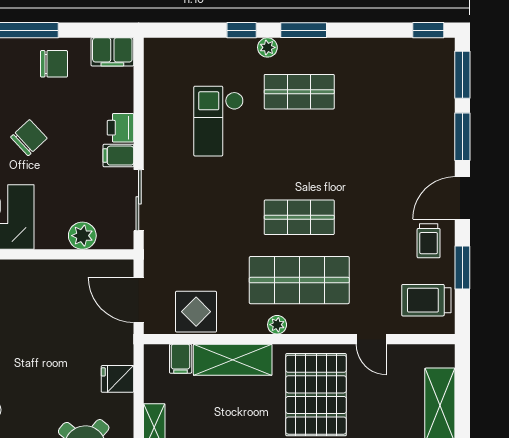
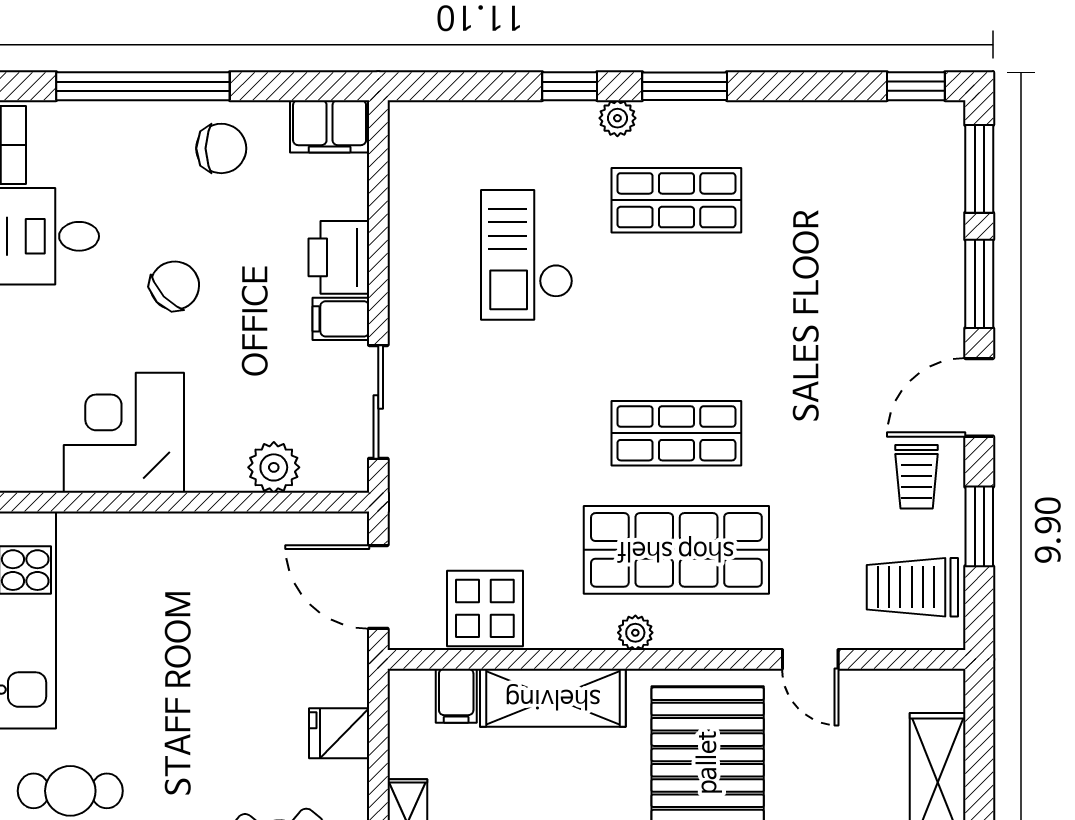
printer: (120, 128) -> (339, 257), width x1.36, depth x1.24

